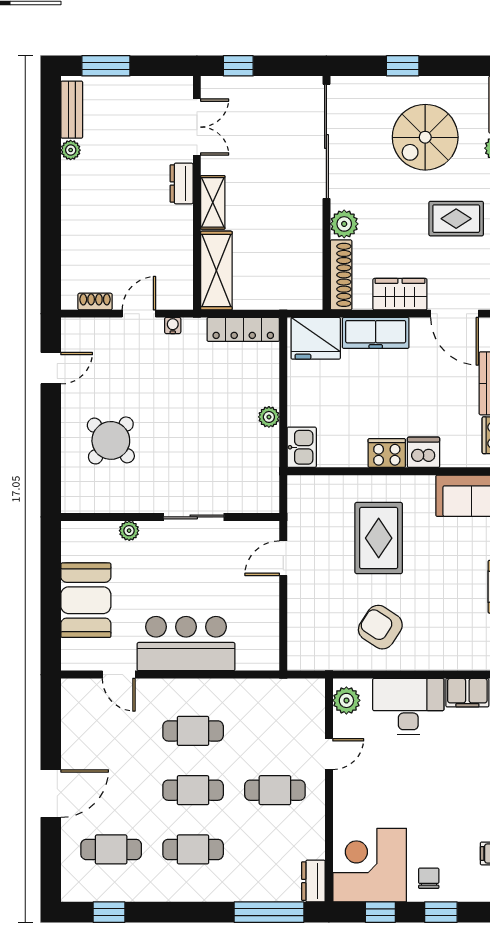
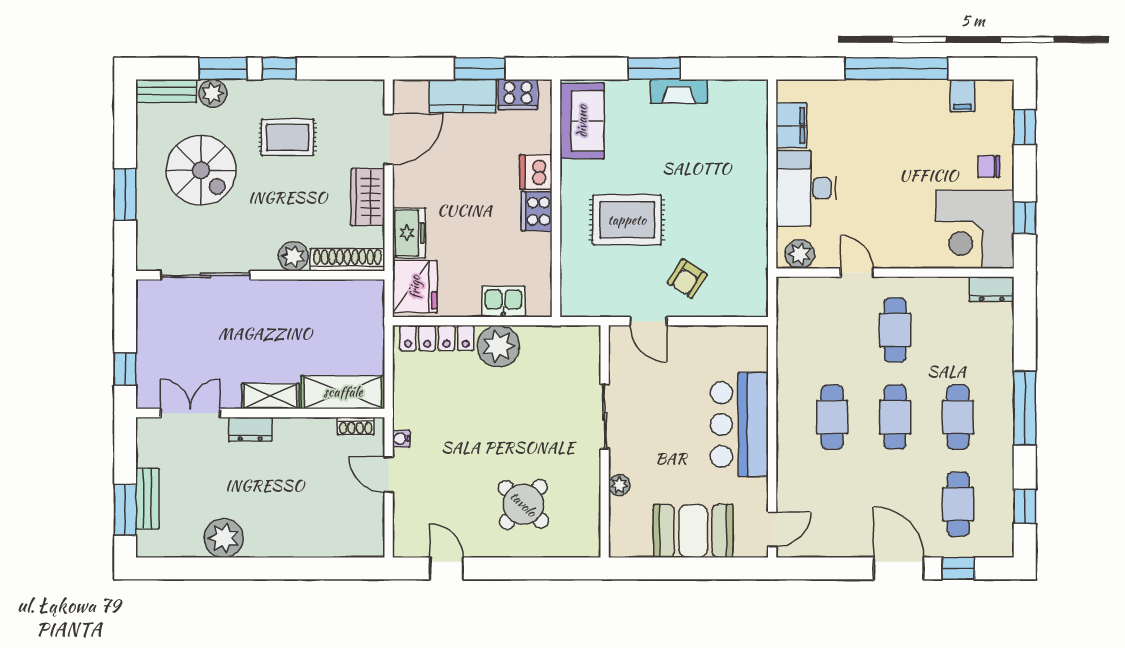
window: (403, 66) -> (125, 194), width x1.50
bench: (72, 110) -> (148, 499), moved, turned 90
sliding door: (326, 141) -> (205, 275), width x0.73
plant: (71, 150) -> (224, 538), width x1.88, depth x1.88
rug: (456, 219) -> (288, 137), turned 90
shoe rack: (95, 302) -> (356, 426), moved, turned -90
locker: (243, 329) -> (437, 338), moved, turned 90
freezer: (376, 333) -> (409, 233), width x0.71
plant: (269, 417) -> (498, 346), width x1.88, depth x1.88
kitchen sink: (302, 447) -> (503, 302), moved
armchair: (380, 627) -> (687, 279), moved, width x0.72, depth x0.72
door: (119, 675) -> (772, 529), moved
window: (51, 850) -> (958, 568), added
window: (269, 912) -> (1025, 408), moved
window: (441, 912) -> (1025, 127), moved

